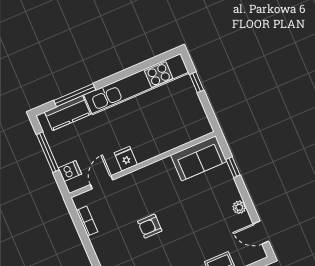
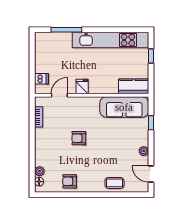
kitchen counter: (68, 113) -> (134, 86), moved, turned 180
window: (48, 152) -> (32, 60), removed
sofa: (199, 158) -> (124, 107), width x1.36

